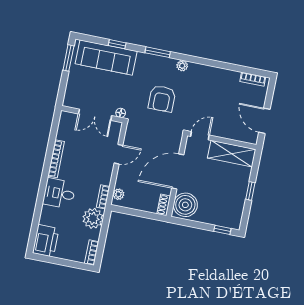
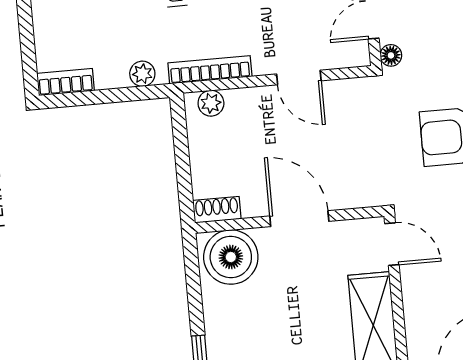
door: (178, 171) -> (299, 219), width x0.73
bookcase: (103, 197) -> (210, 70), width x1.56
plant: (93, 218) -> (142, 74), width x0.53, depth x0.53

